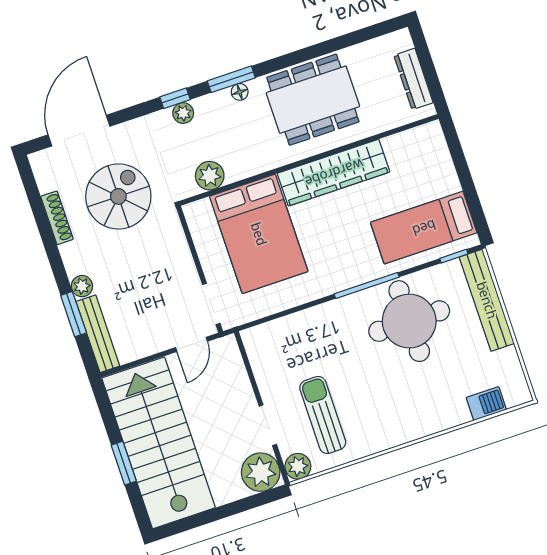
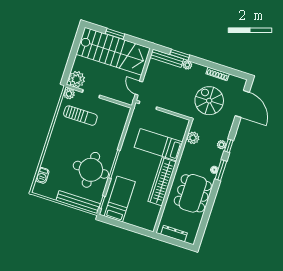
spiral stairs: (118, 196) -> (209, 101), turned 180
bed: (259, 234) -> (158, 145), width x0.67

